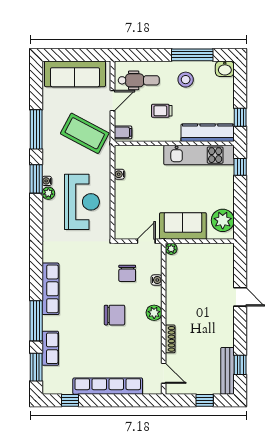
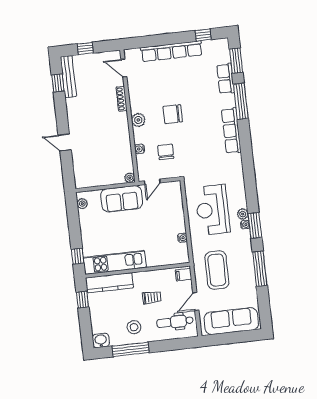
coffee table: (85, 133) -> (217, 270), turned 62
plant: (223, 220) -> (82, 204), width x0.53, depth x0.53

